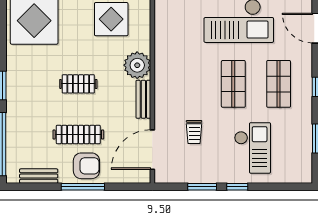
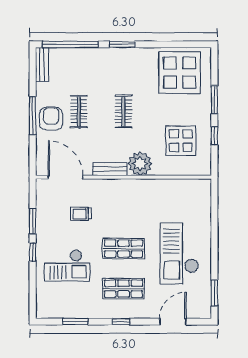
clothes rail: (78, 134) -> (79, 111), width x0.73
armchair: (86, 166) -> (51, 119), turned 180
bench: (39, 176) -> (42, 64), moved

